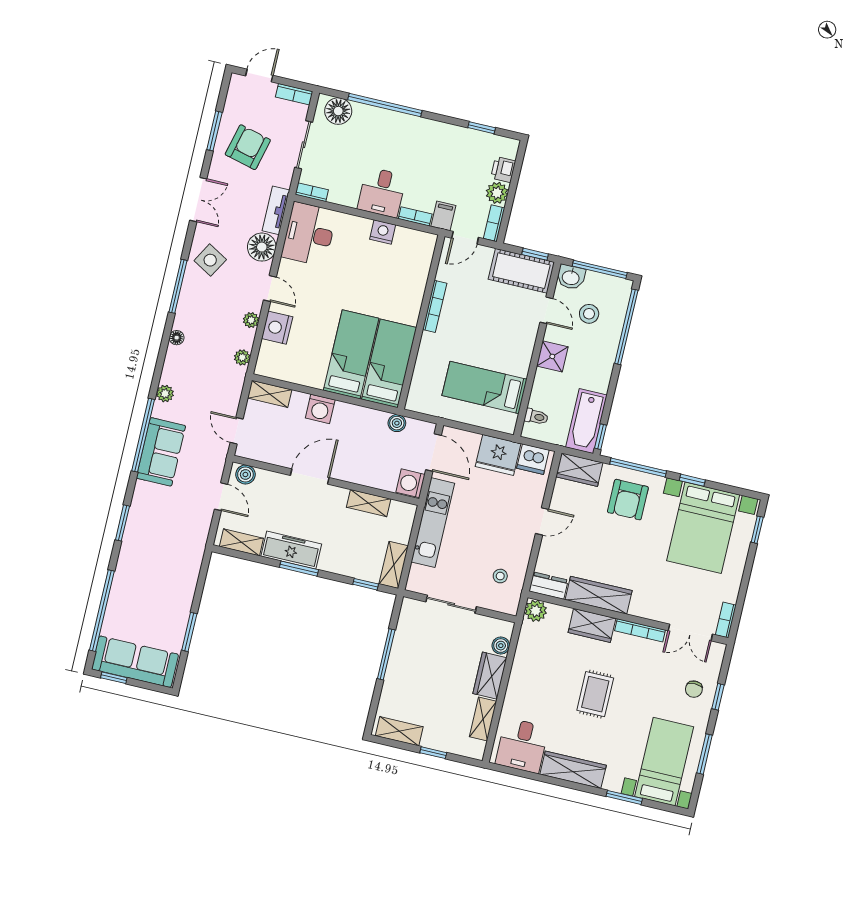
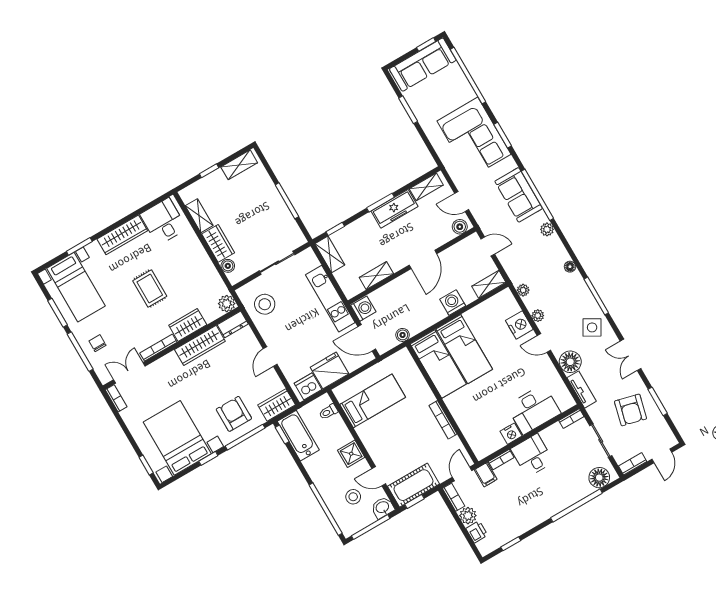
desk: (309, 234) -> (534, 409), moved, turned 90
corner sofa: (152, 546) -> (474, 138), added
stool: (500, 576) -> (265, 304), width x1.89, depth x1.89
window: (718, 697) -> (80, 352), width x2.17

